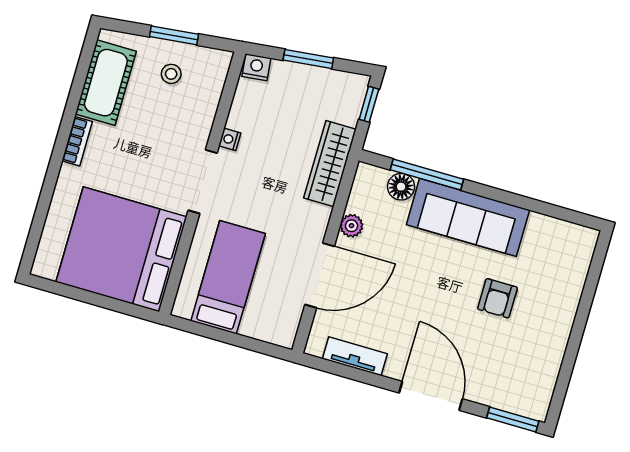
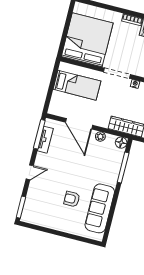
floor lamp: (401, 187) -> (121, 143), moved
sofa: (468, 217) -> (100, 208), moved
window: (341, 370) -> (39, 134), added
door: (431, 396) -> (30, 172), width x0.53

